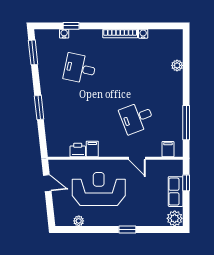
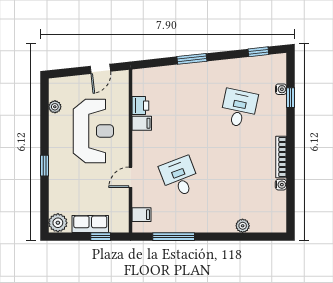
window: (33, 52) -> (258, 52), width x0.67

